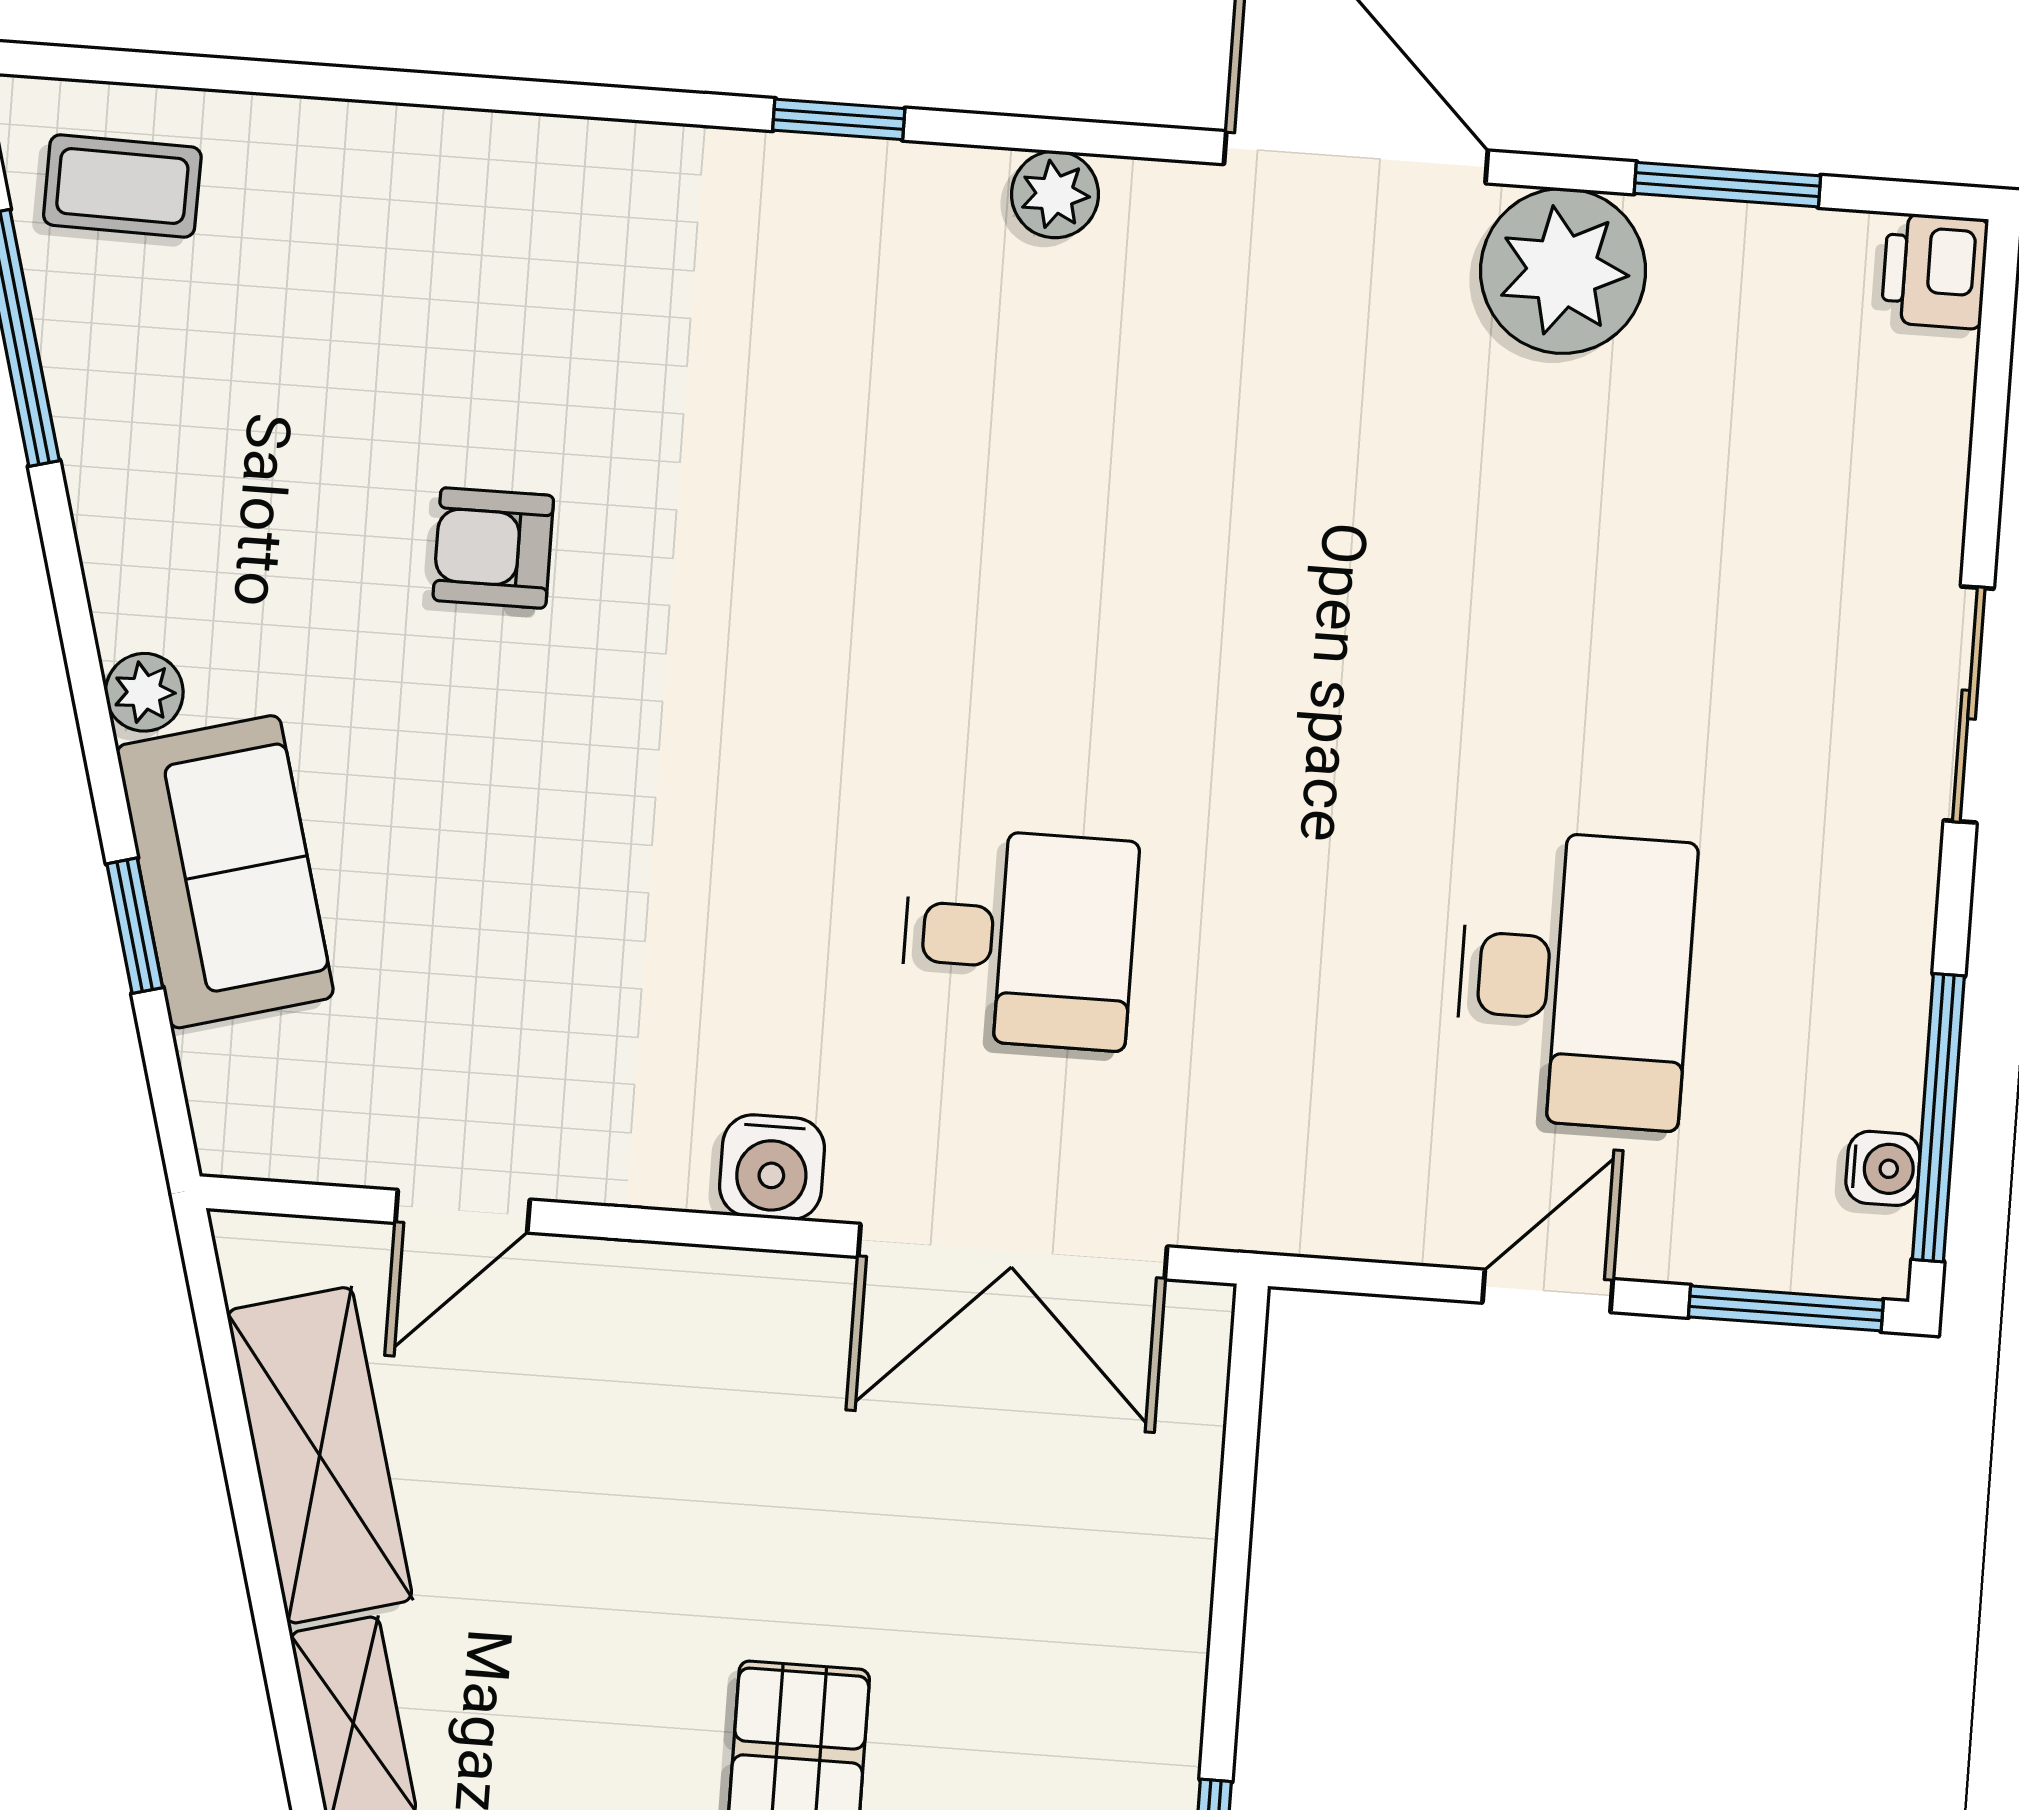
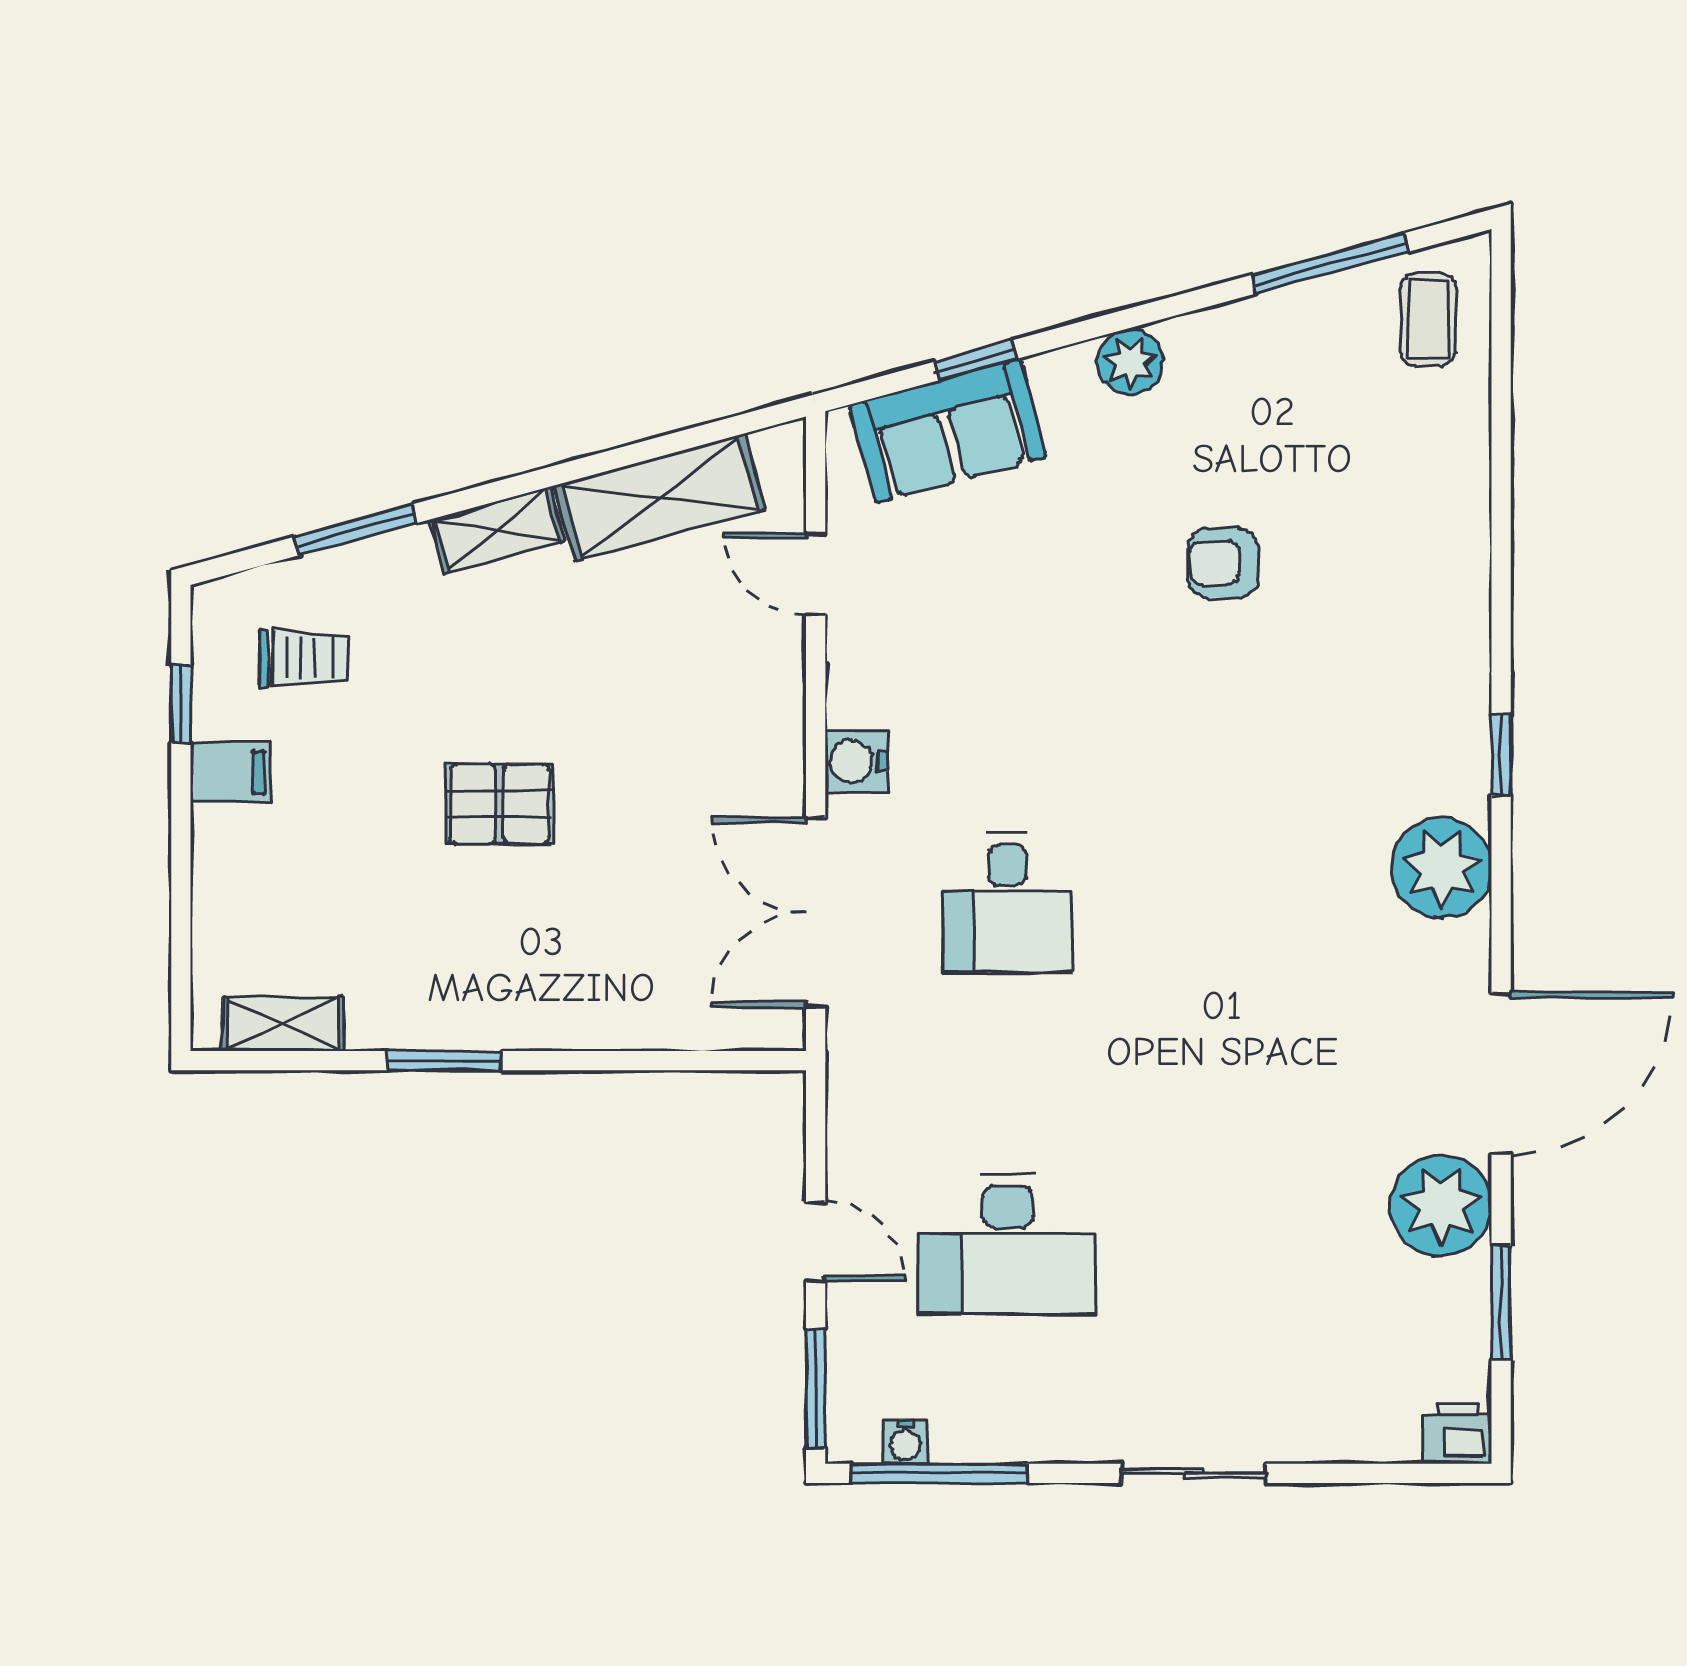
plant: (1055, 194) -> (1442, 867), width x1.88, depth x1.88
armchair: (493, 548) -> (1223, 563), turned -90
plant: (144, 692) -> (1130, 362), width x1.38, depth x1.38
sofa: (225, 872) -> (948, 431), moved

